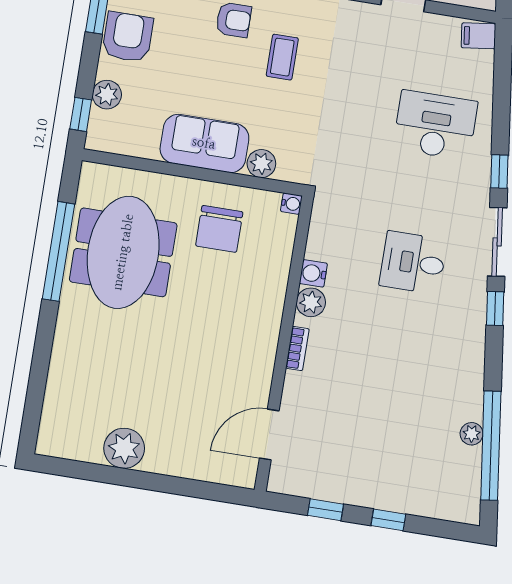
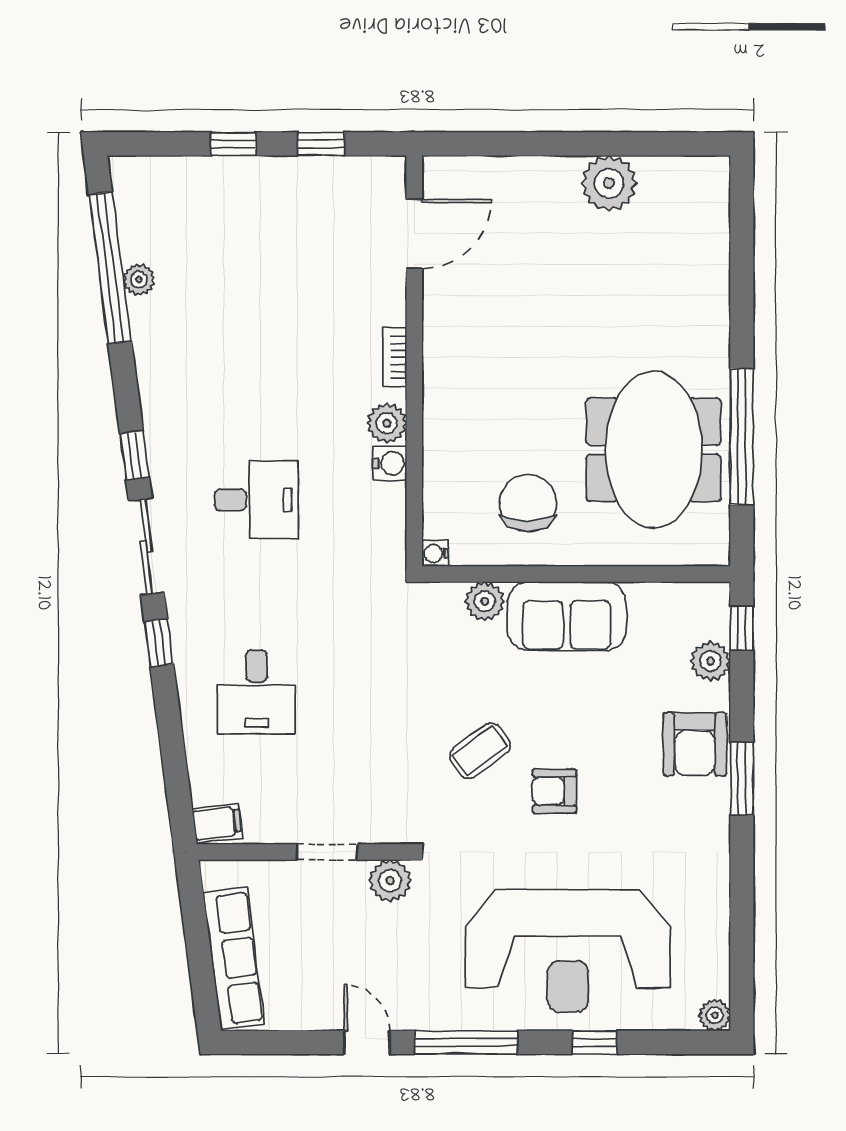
coffee table: (282, 57) -> (480, 751), turned 54
desk: (435, 125) -> (256, 692), width x0.73

